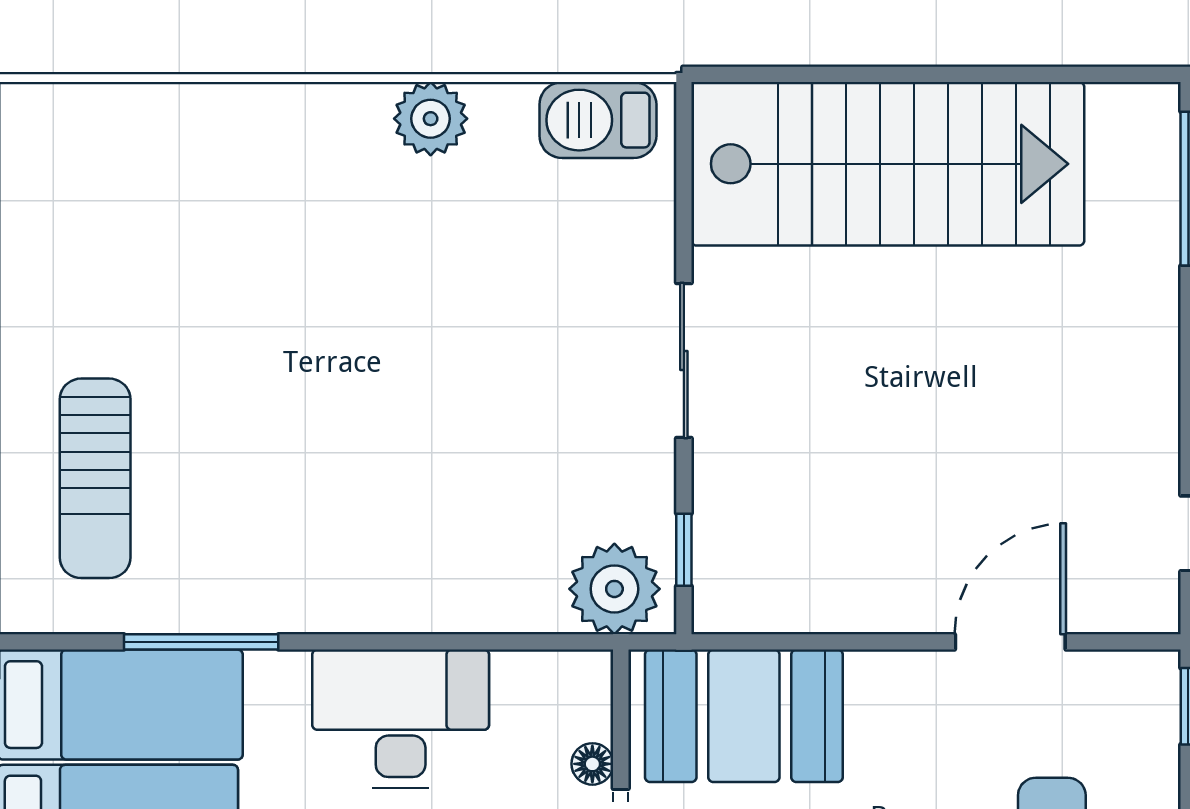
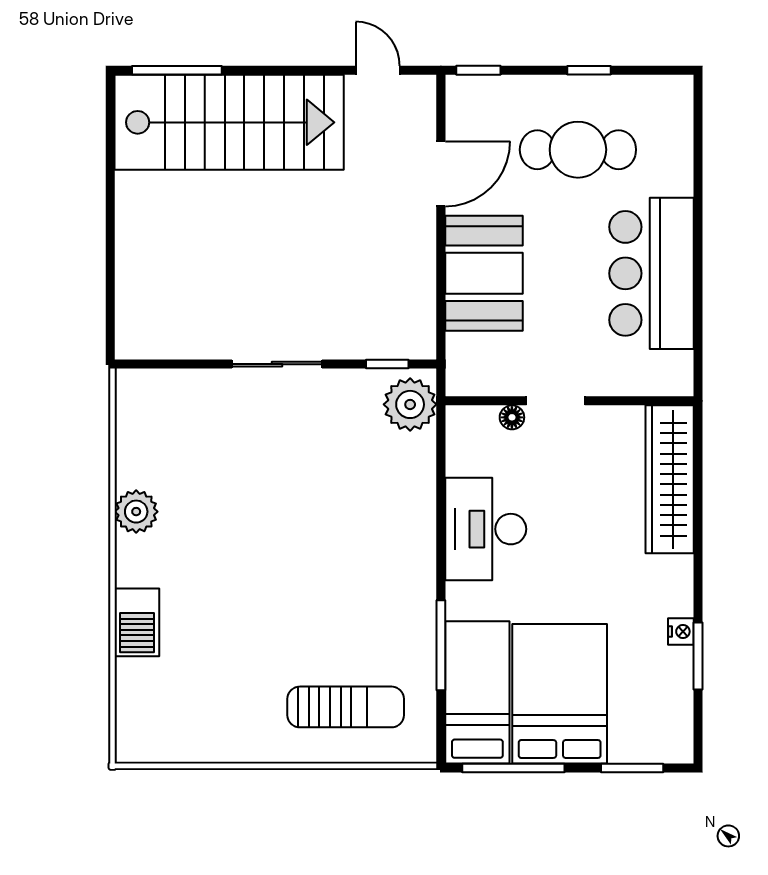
barbecue: (598, 120) -> (137, 622), moved
stairs: (888, 164) -> (229, 122), moved, turned 90
door: (1010, 642) -> (441, 174), swing flipped
booth: (744, 716) -> (484, 273), moved

